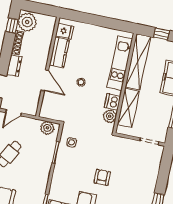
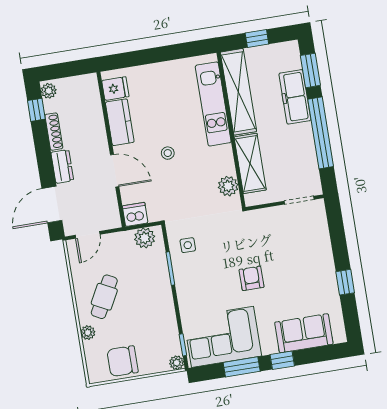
plant: (27, 22) -> (49, 91), width x0.53, depth x0.53
dishwasher: (112, 102) -> (135, 214), moved, turned 90

